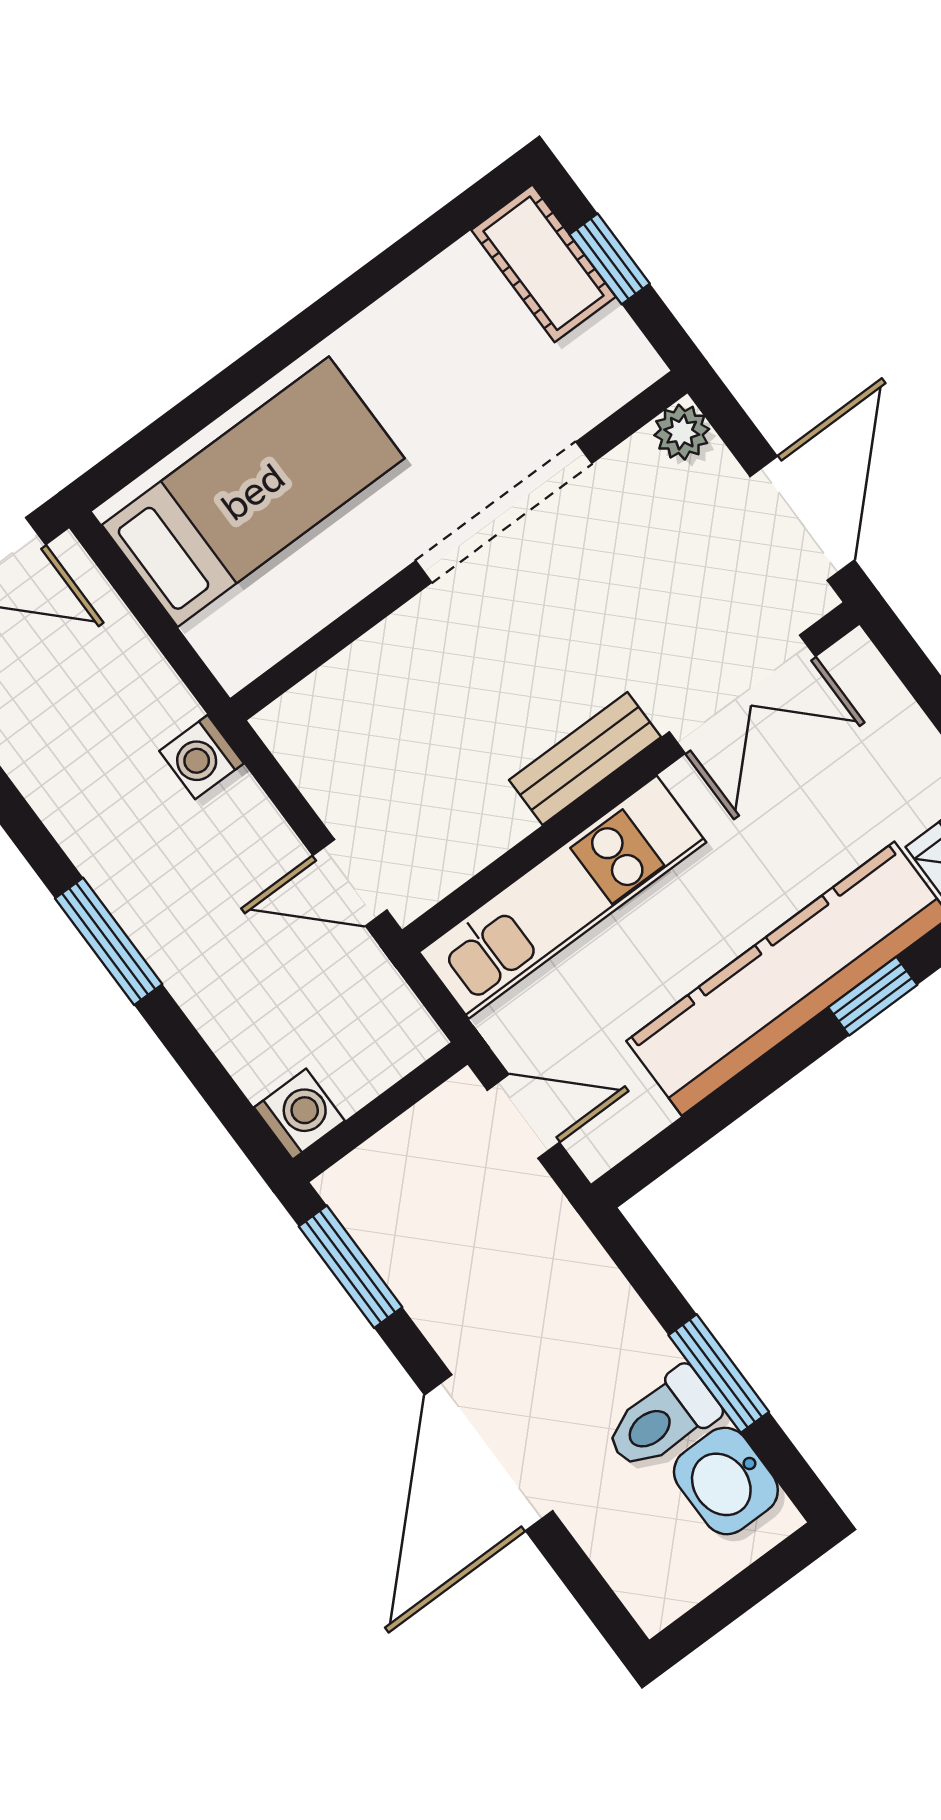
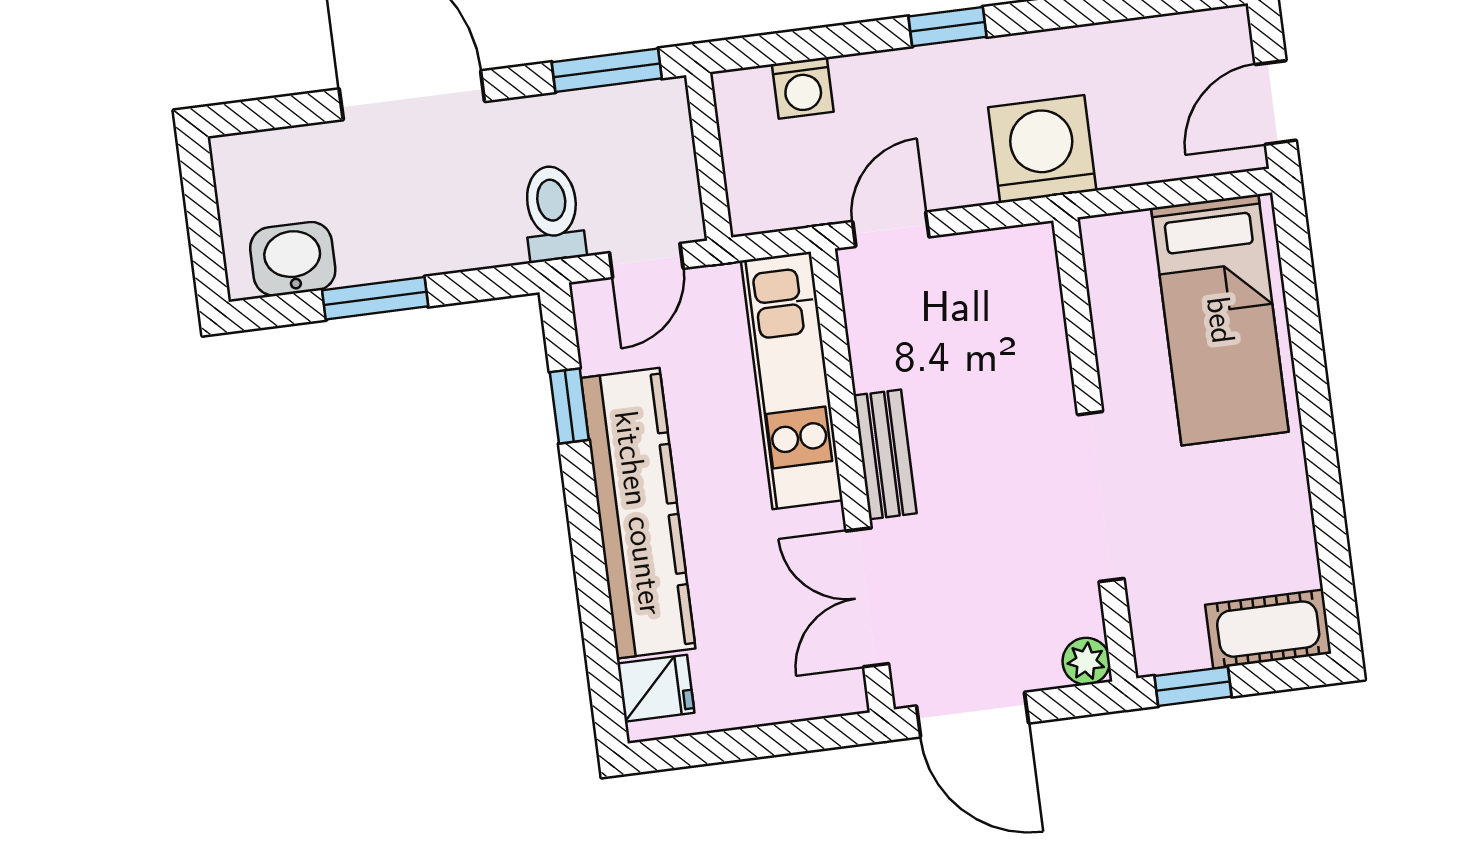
window: (610, 259) -> (1193, 686), moved
washing machine: (201, 757) -> (1042, 149), width x1.89, depth x1.89
window: (109, 941) -> (948, 27), width x0.67
window: (873, 996) -> (569, 406), moved
washing machine: (299, 1114) -> (803, 88), moved
toilet: (662, 1419) -> (553, 213), moved

